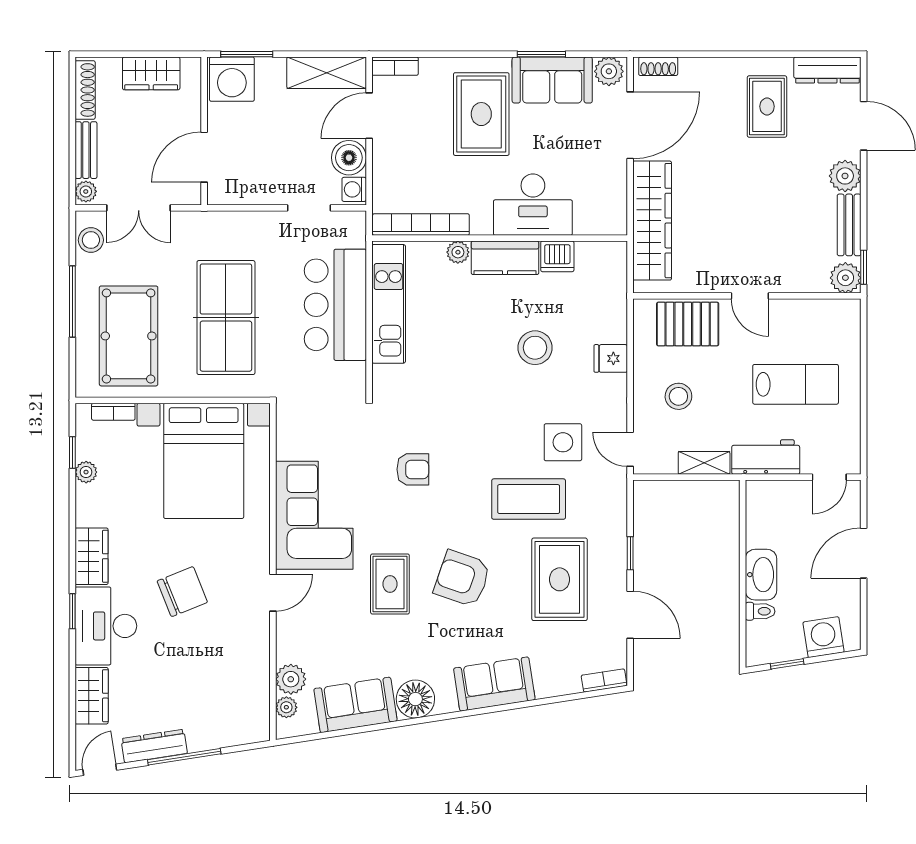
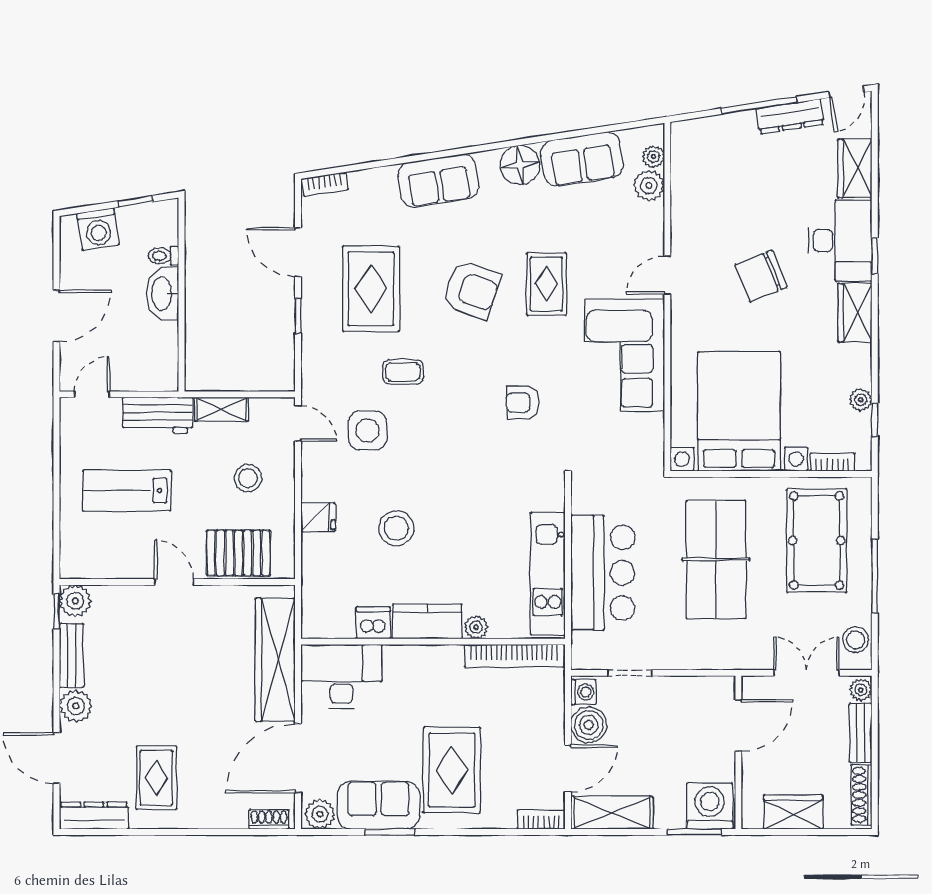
desk: (533, 205) -> (341, 676), moved
coffee table: (529, 499) -> (403, 372), width x0.54, depth x0.58

